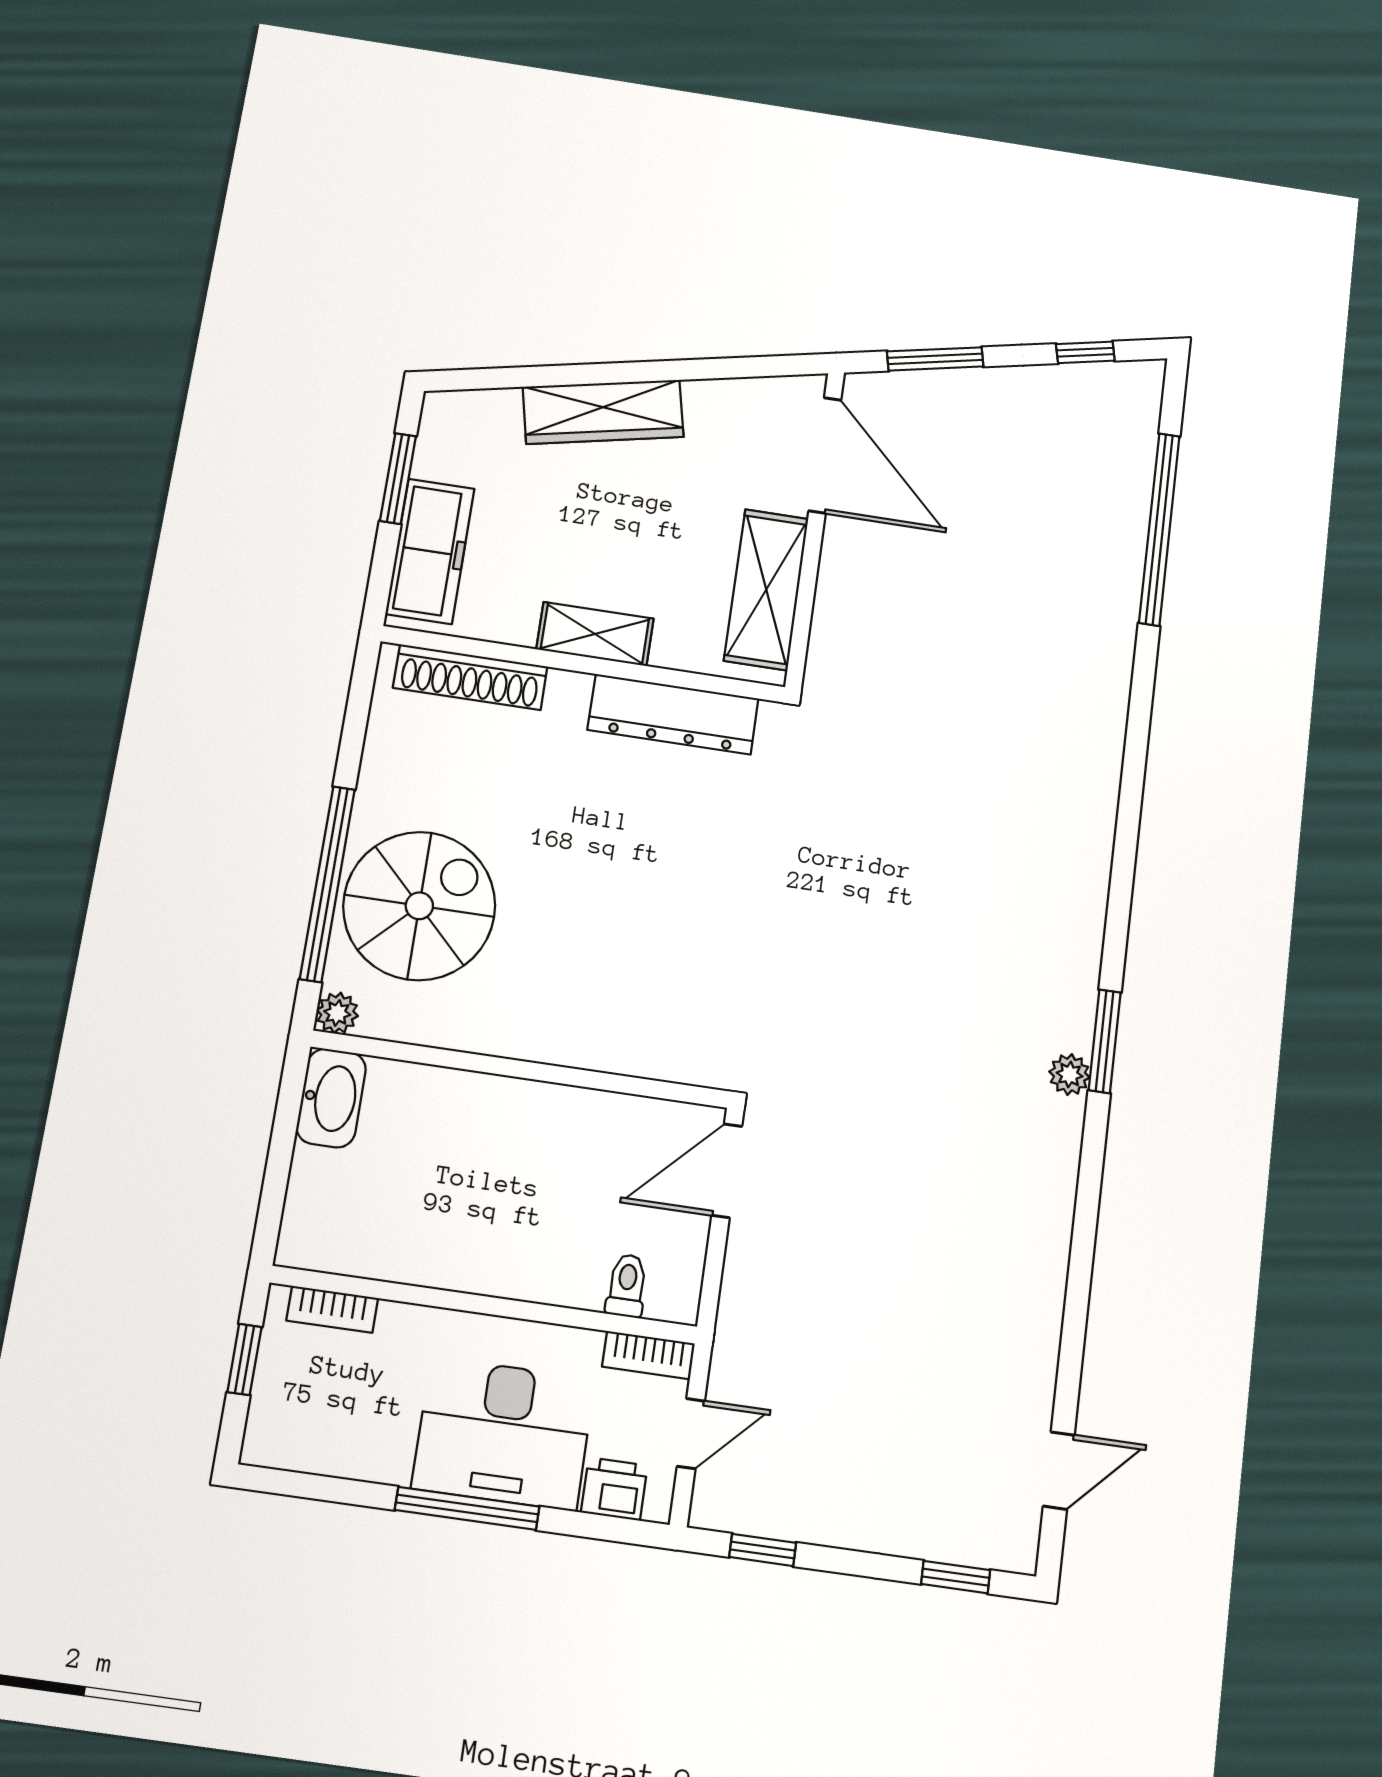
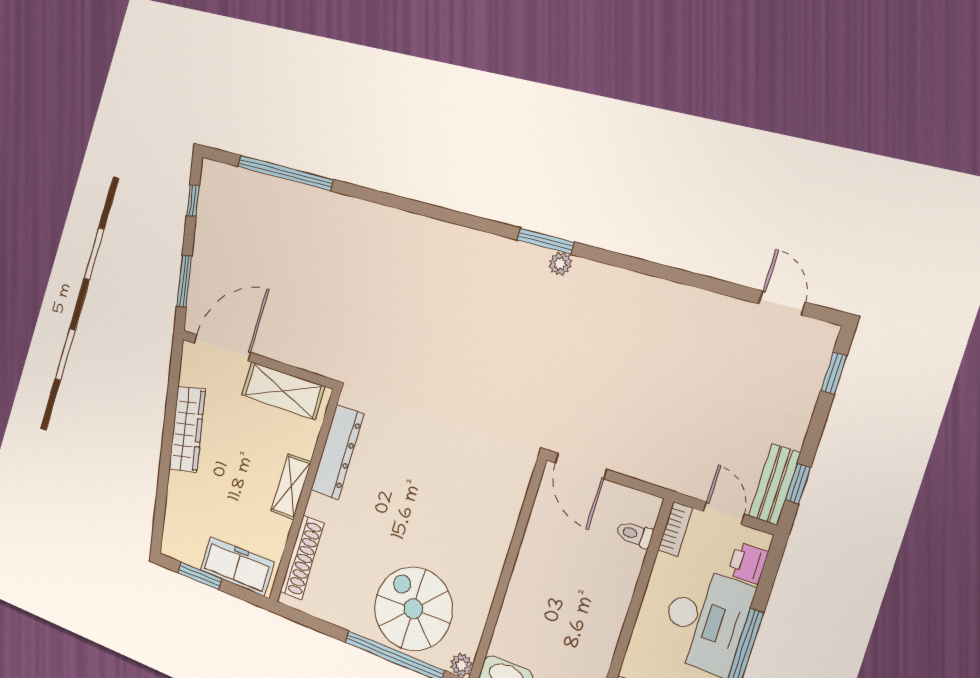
wardrobe: (603, 412) -> (187, 429), moved
bench: (755, 1511) -> (775, 484), added

